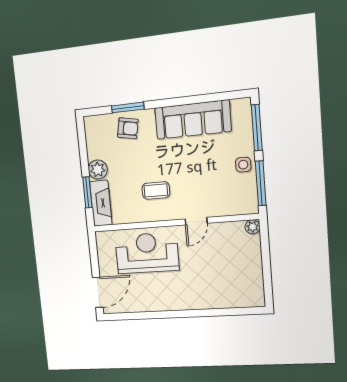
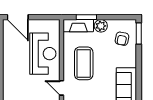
window: (128, 107) -> (139, 34), moved
armchair: (128, 128) -> (122, 39), moved
coffee table: (156, 190) -> (84, 63), width x1.86, depth x1.72

